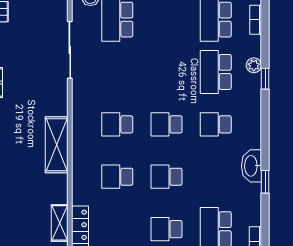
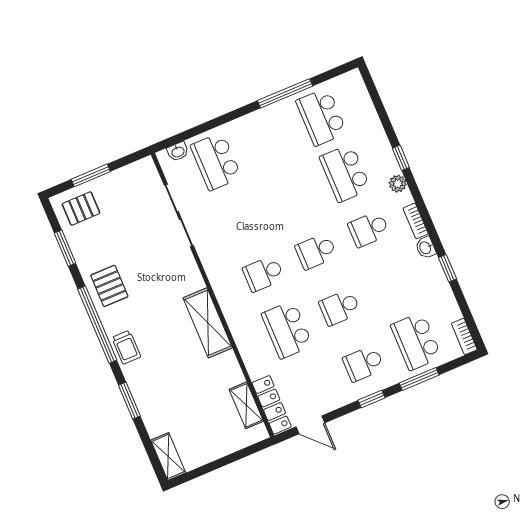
bookcase: (256, 20) -> (416, 221), moved
plant: (254, 65) -> (398, 184), moved
washbasin: (251, 166) -> (426, 248), width x0.52, depth x0.69
school desk: (117, 177) -> (287, 330), width x1.85

